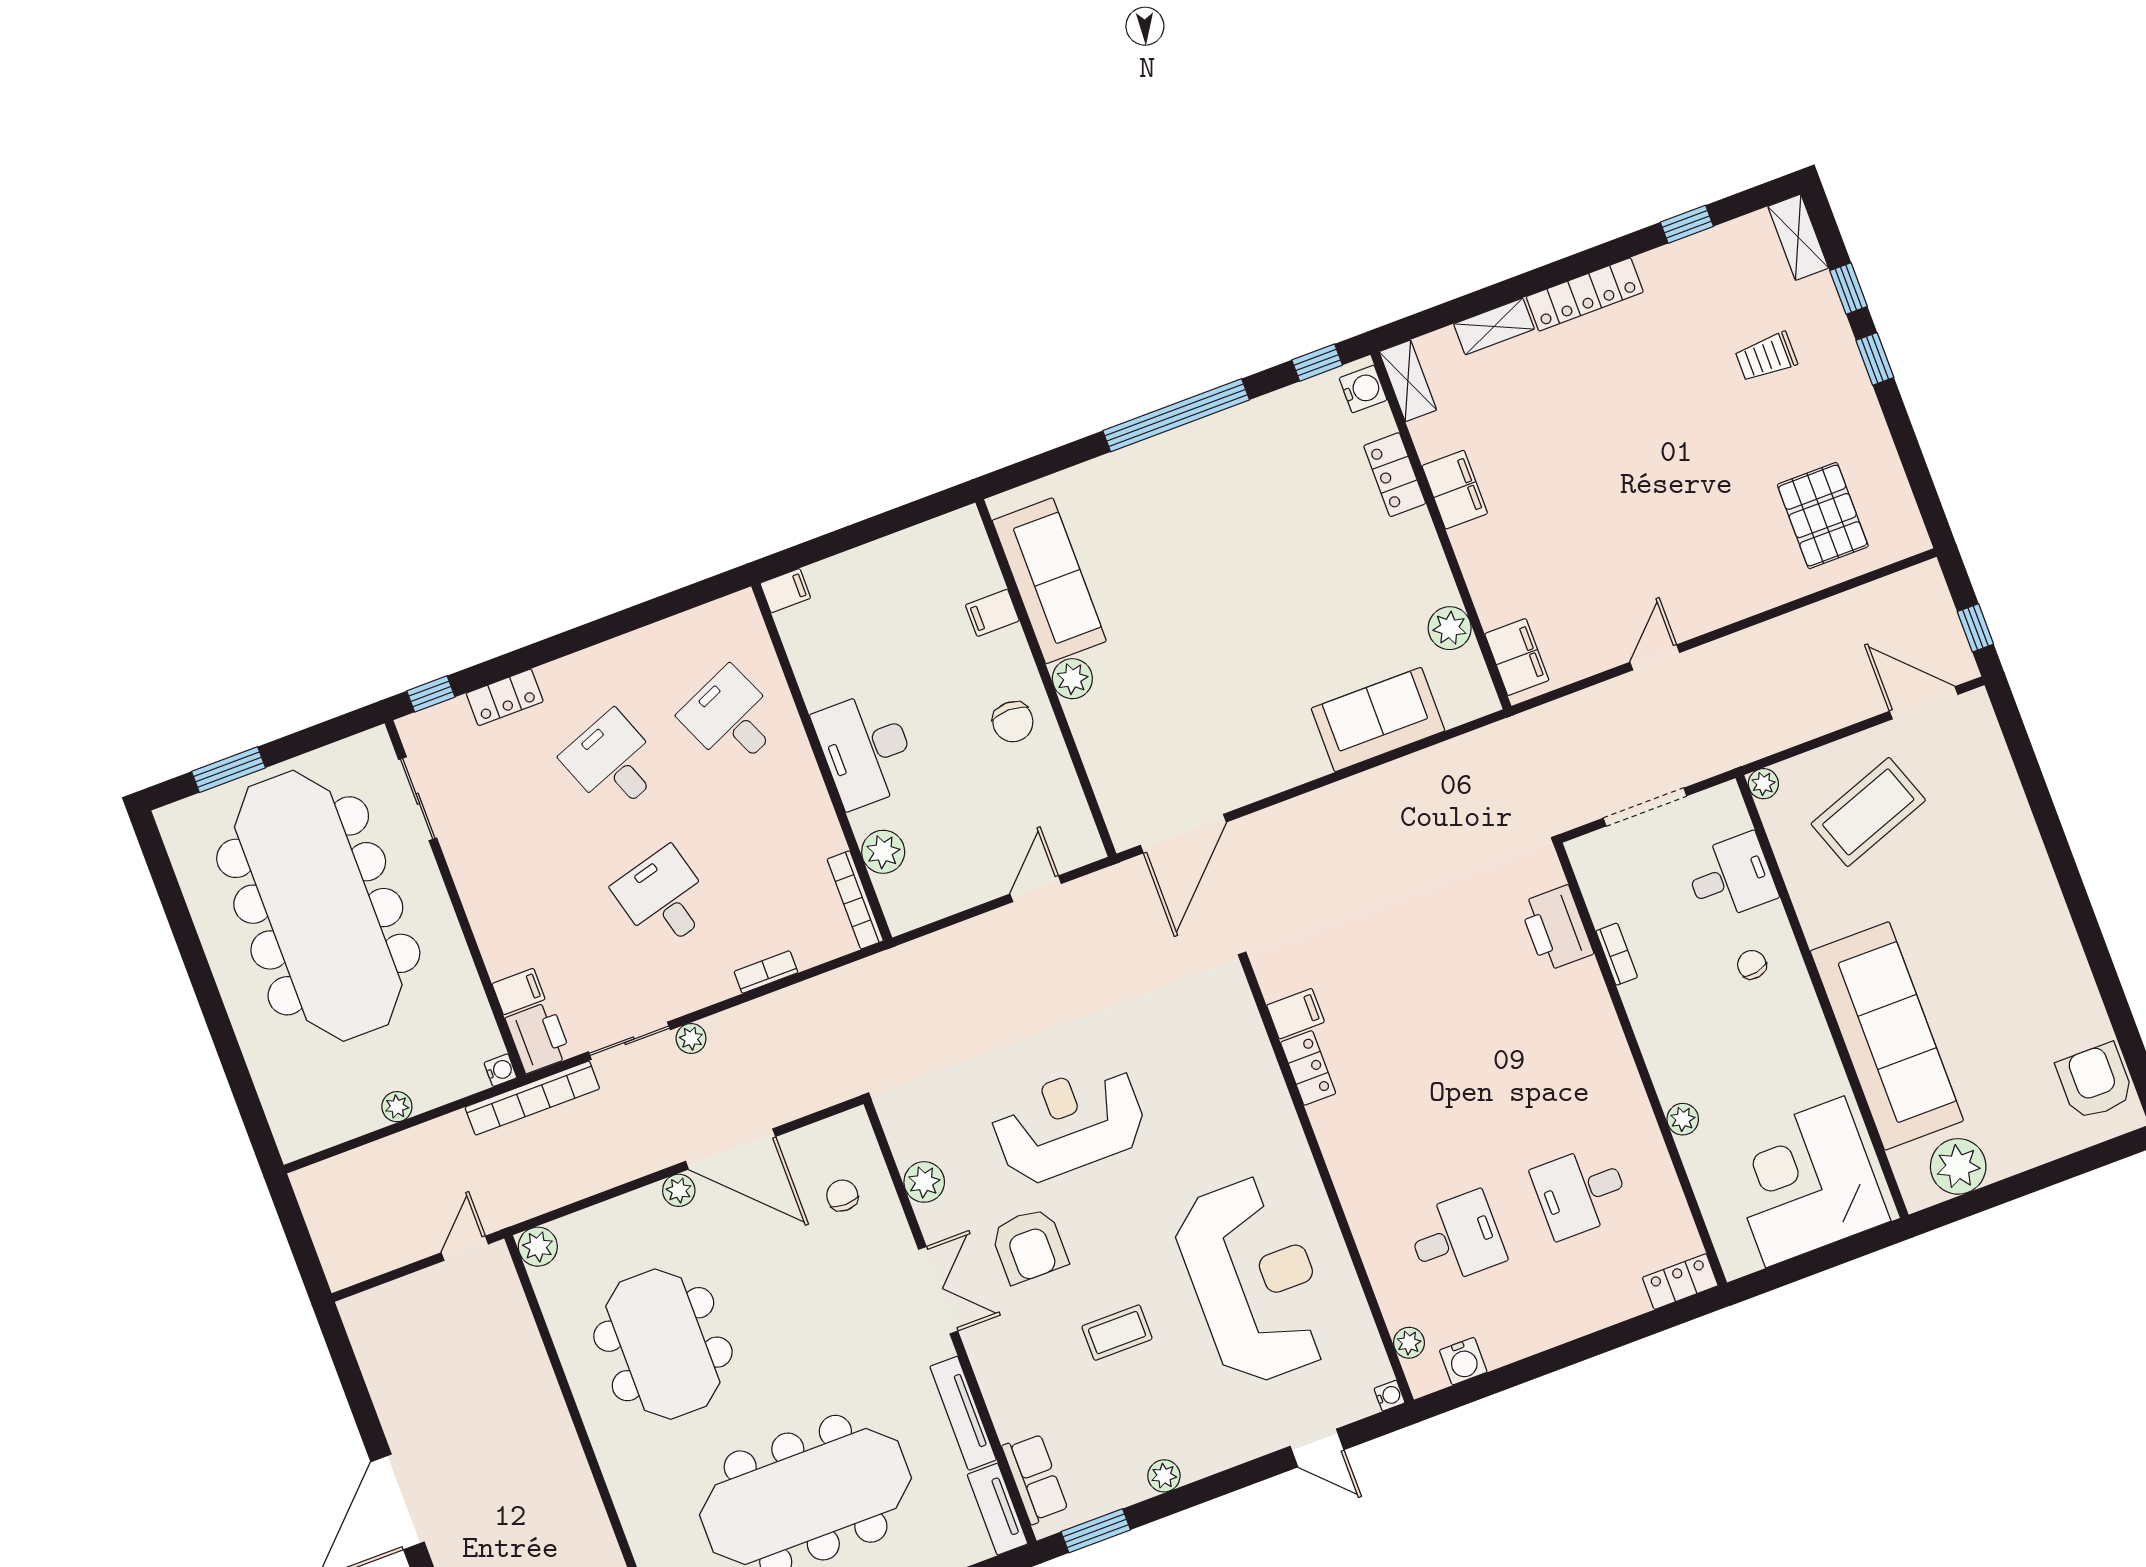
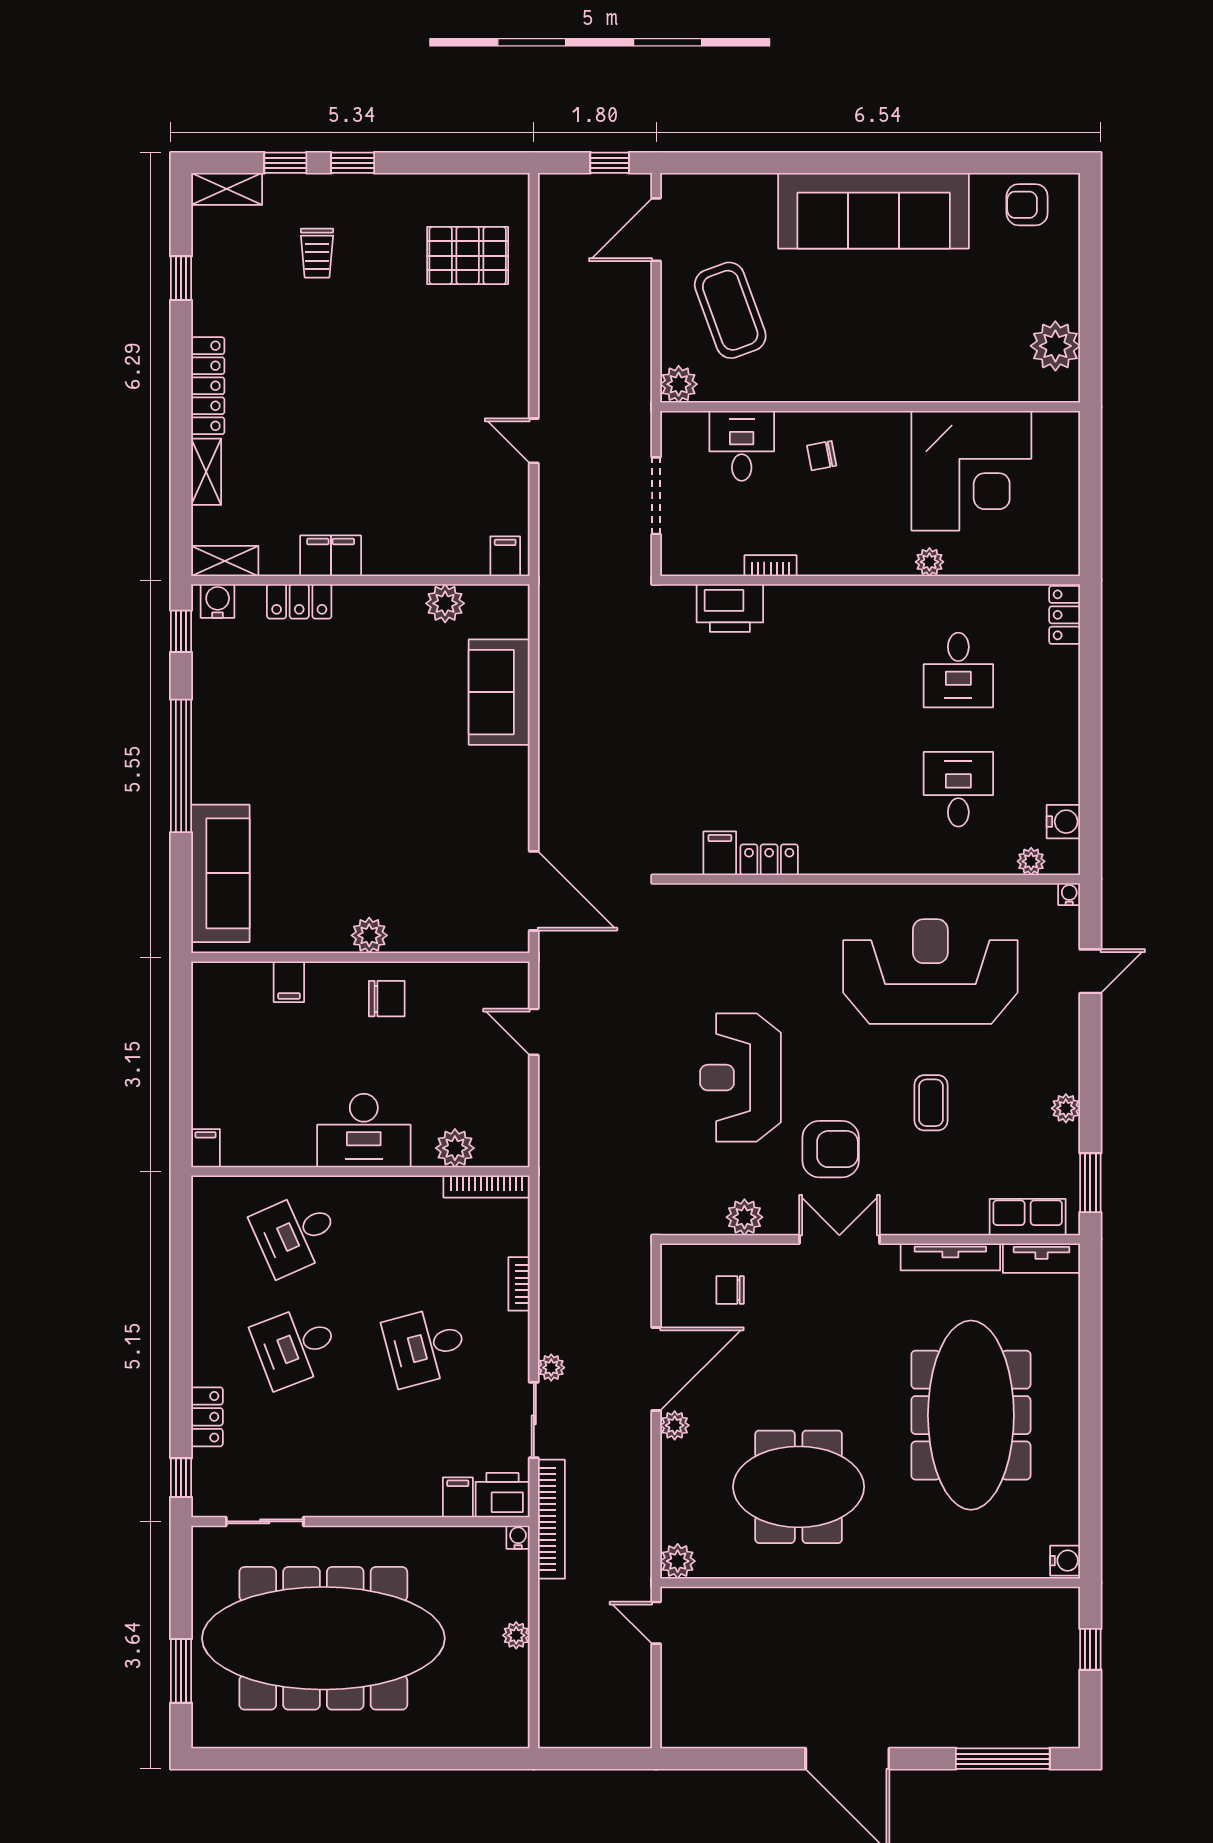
sofa: (1049, 581) -> (220, 873), moved, turned 90
filing cabinet: (1517, 657) -> (505, 556), width x0.50
plant: (1763, 784) -> (679, 384), width x1.38, depth x1.38
sofa: (1887, 1036) -> (874, 211), moved, turned 180
armchair: (2095, 1081) -> (1027, 205), width x0.72, depth x0.72
corner desk: (1805, 1182) -> (971, 471), moved, turned -90

